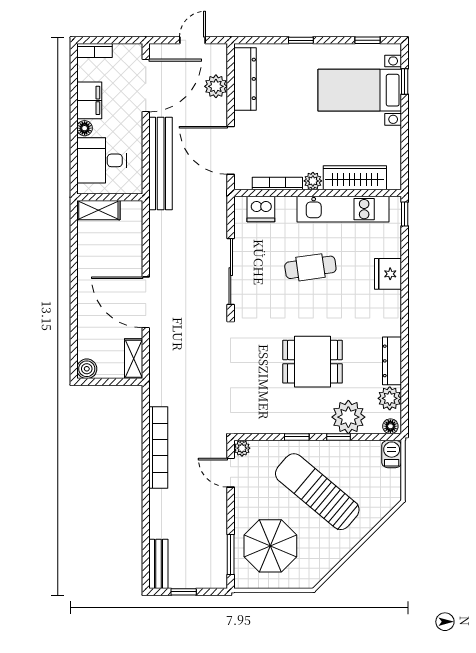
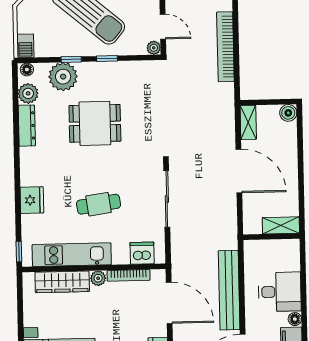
wall: (110, 197) -> (271, 237), moved
shelving: (98, 210) -> (281, 225), moved

